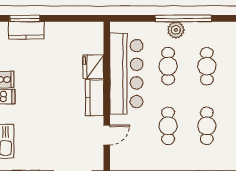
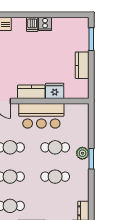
window: (183, 18) -> (91, 159), width x0.47
kitchen counter: (26, 30) -> (82, 65), moved
bar counter: (126, 74) -> (41, 116), width x0.73

